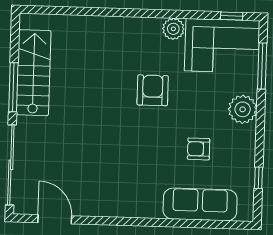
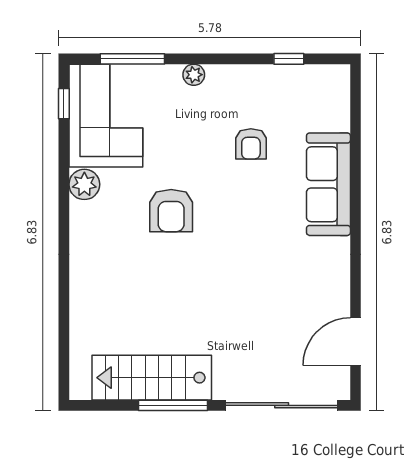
armchair: (153, 90) -> (171, 211), turned -90
plant: (243, 109) -> (194, 75), width x0.53, depth x0.53
sofa: (200, 204) -> (328, 184), moved

